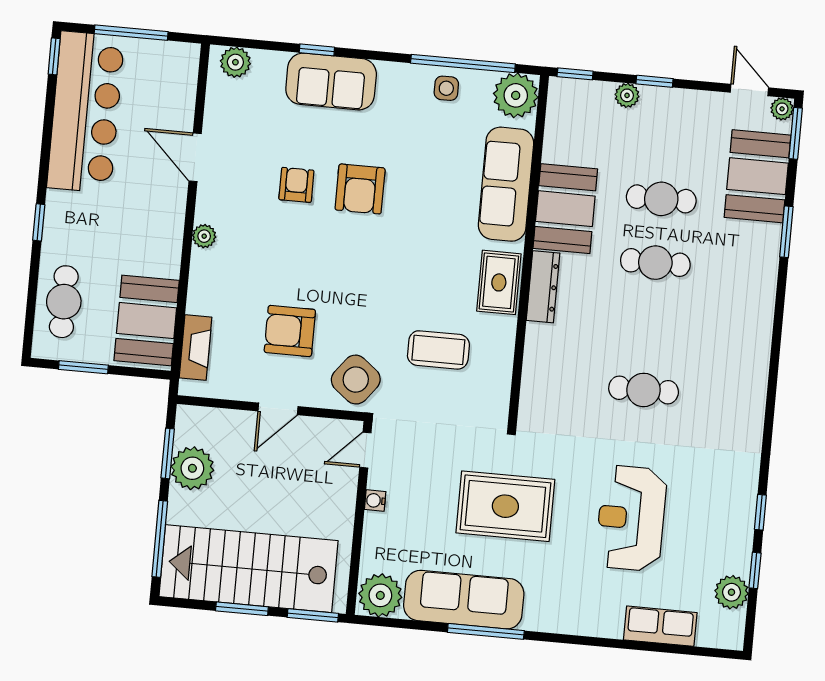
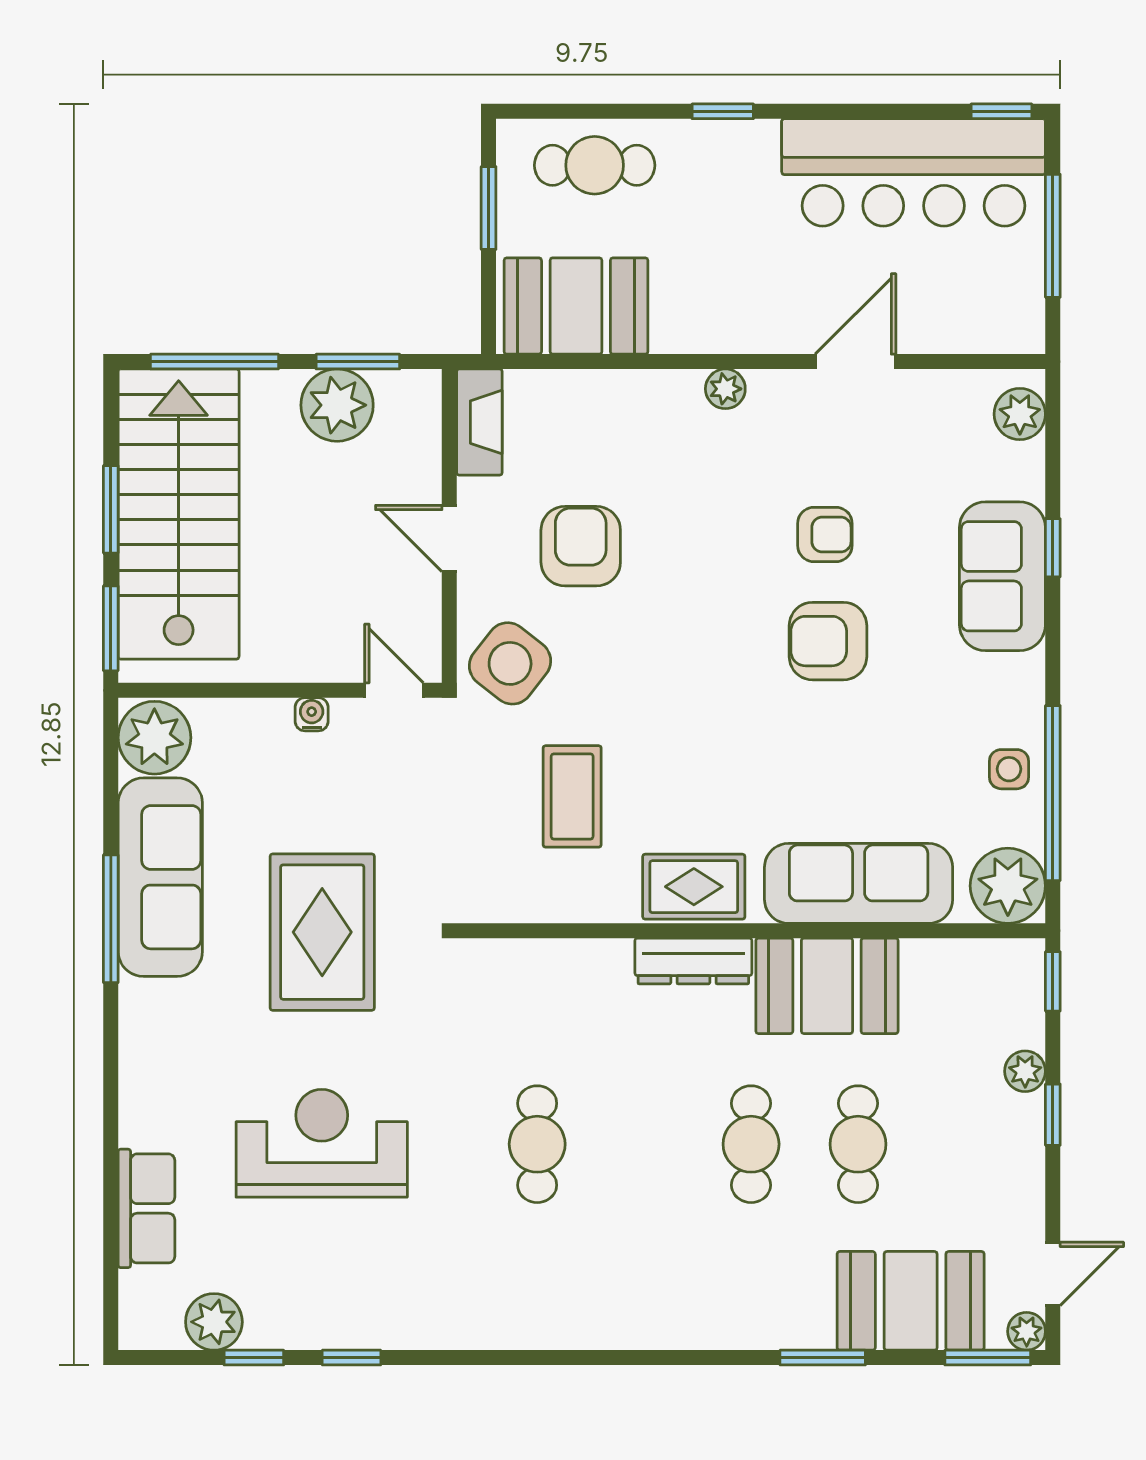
fireplace: (196, 348) -> (479, 422), moved, turned -90

